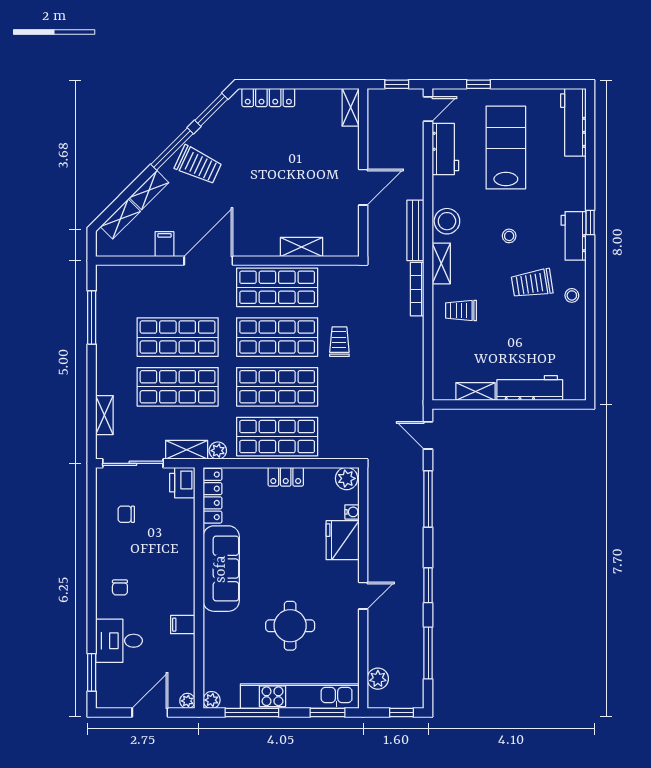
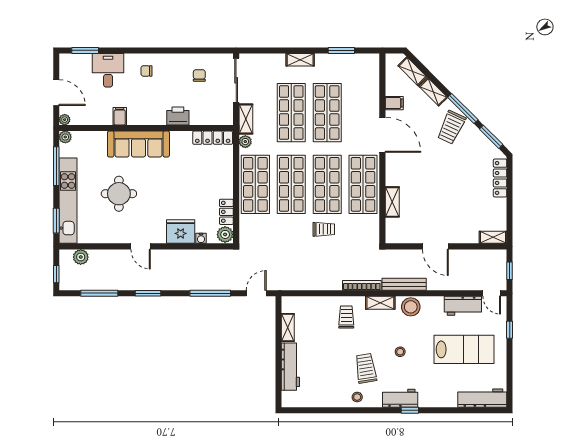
window: (92, 317) -> (341, 50), width x0.69
shelving: (104, 415) -> (300, 60), moved
locker: (286, 477) -> (226, 212), moved
printer: (182, 483) -> (178, 116), moved
sofa: (221, 569) -> (138, 144), moved

